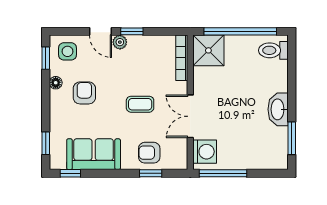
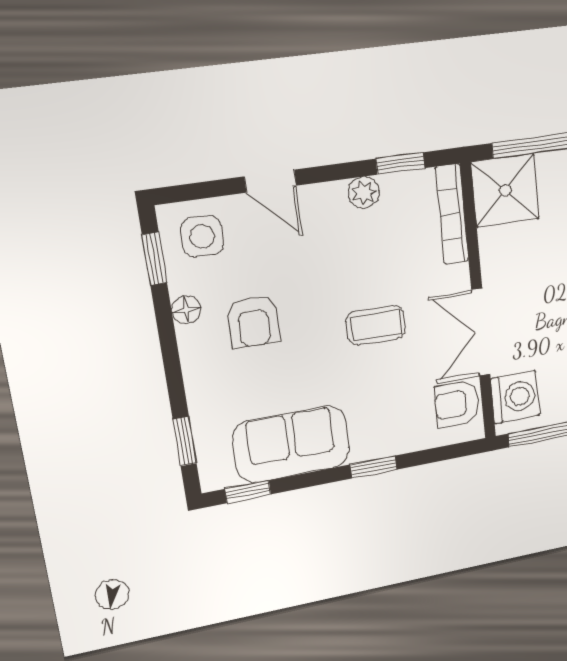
window: (132, 31) -> (400, 163), moved
plant: (120, 42) -> (364, 192), moved
armchair: (84, 93) -> (254, 321), turned 180
armchair: (149, 153) -> (457, 404), moved
window: (151, 173) -> (374, 467), moved

